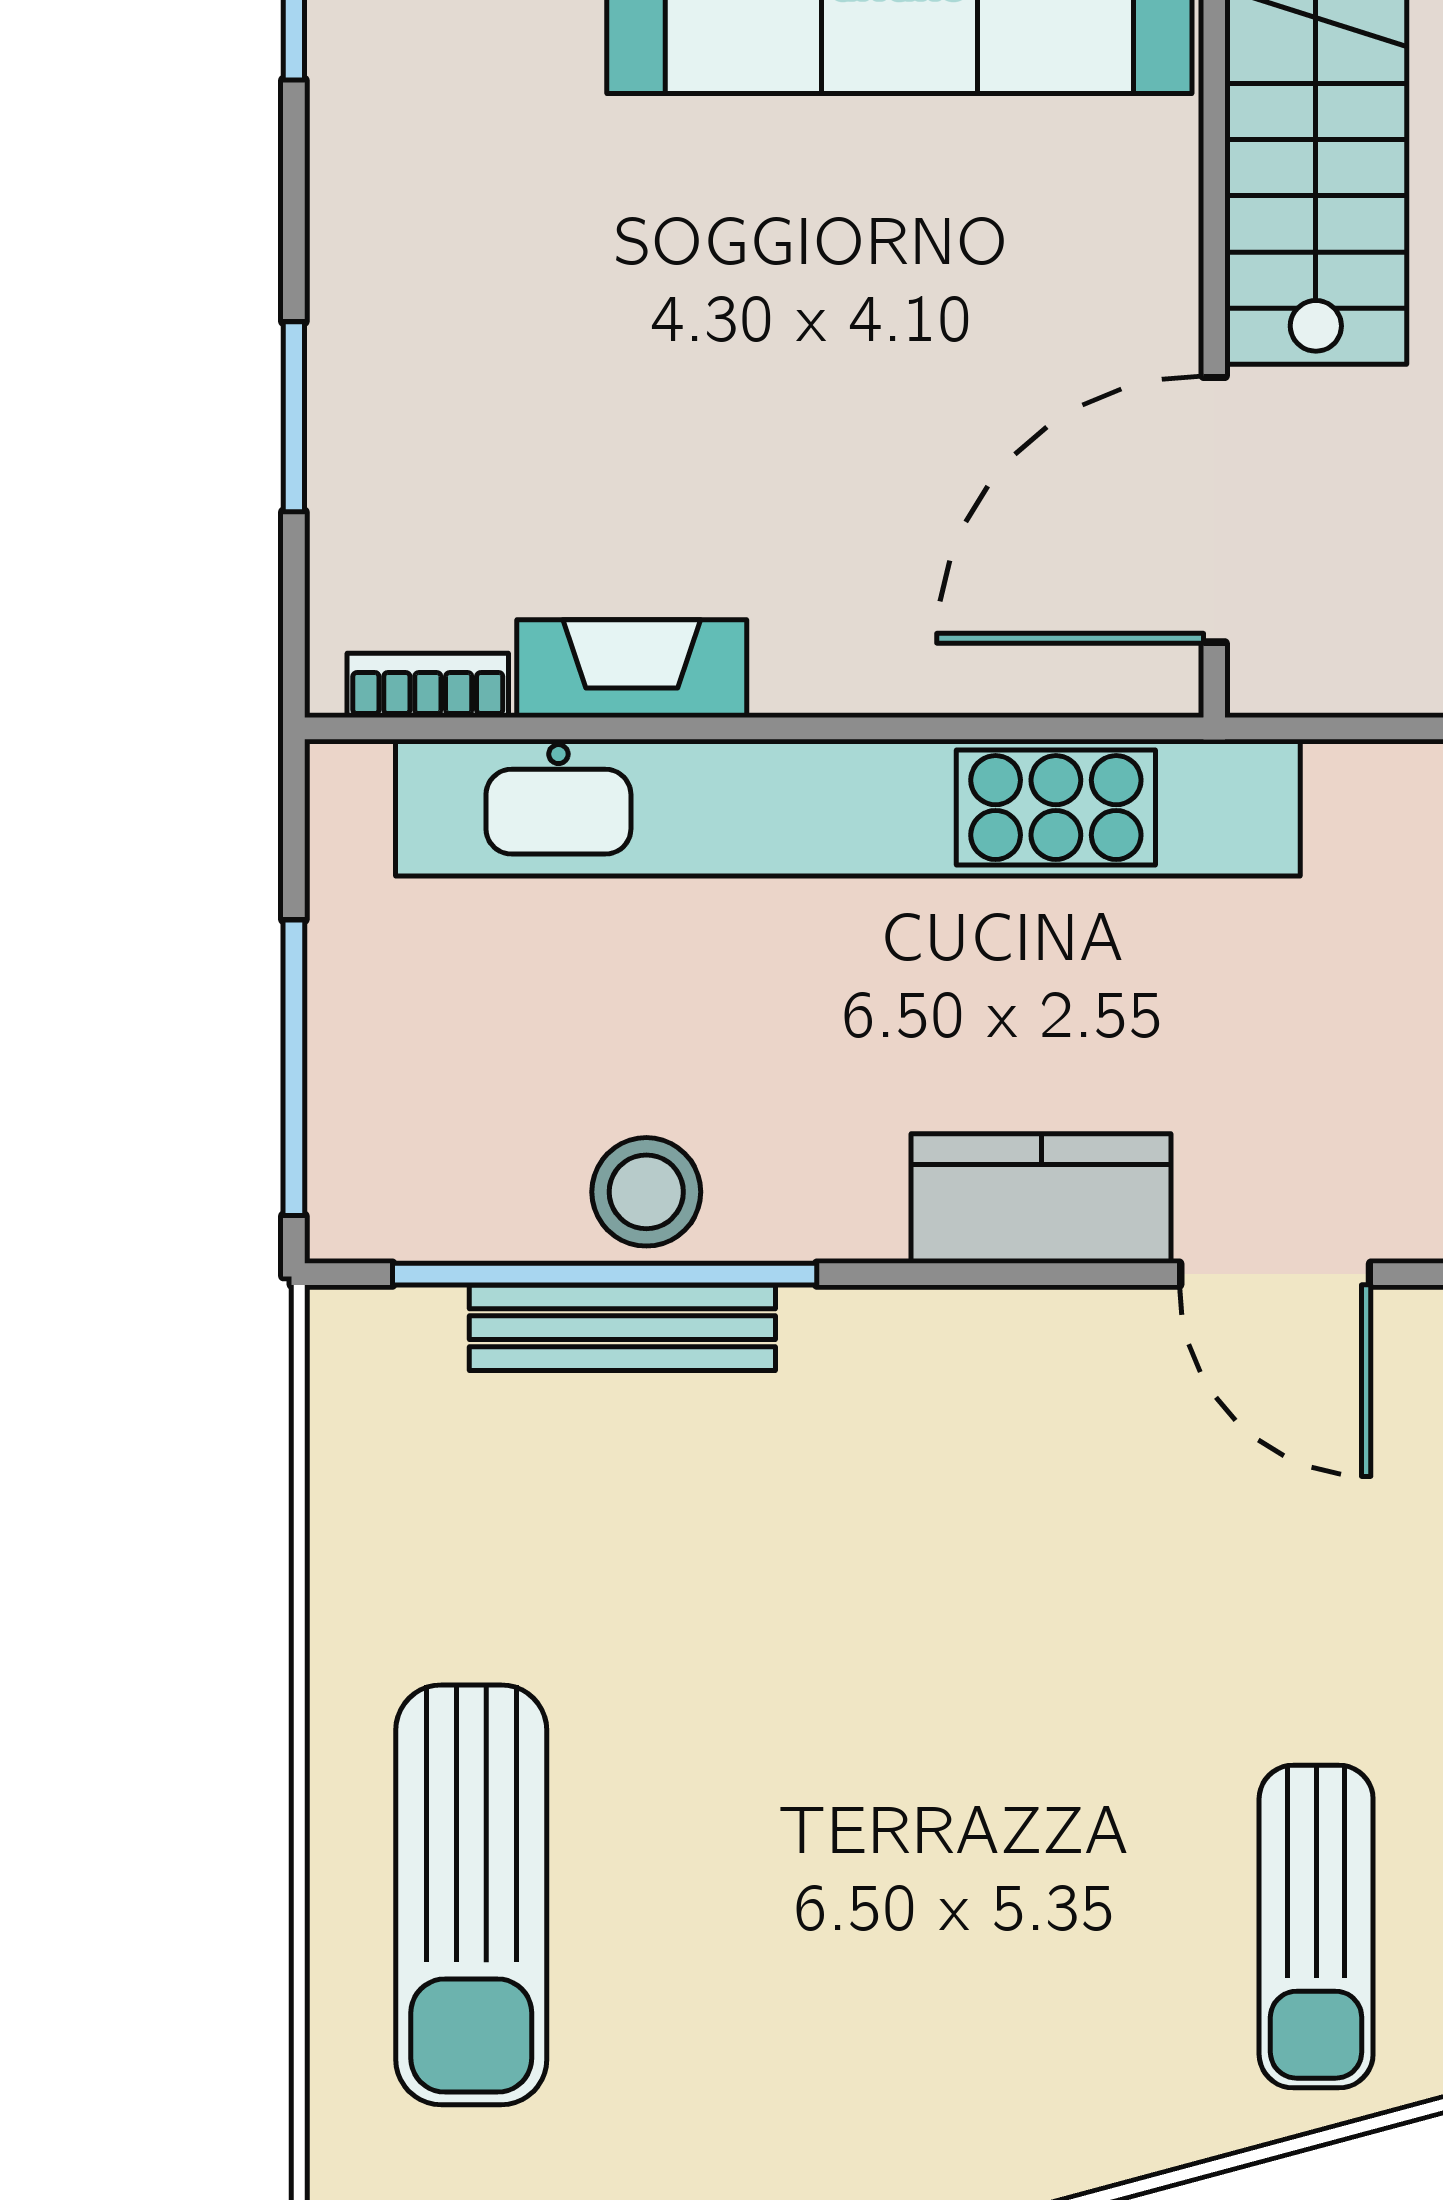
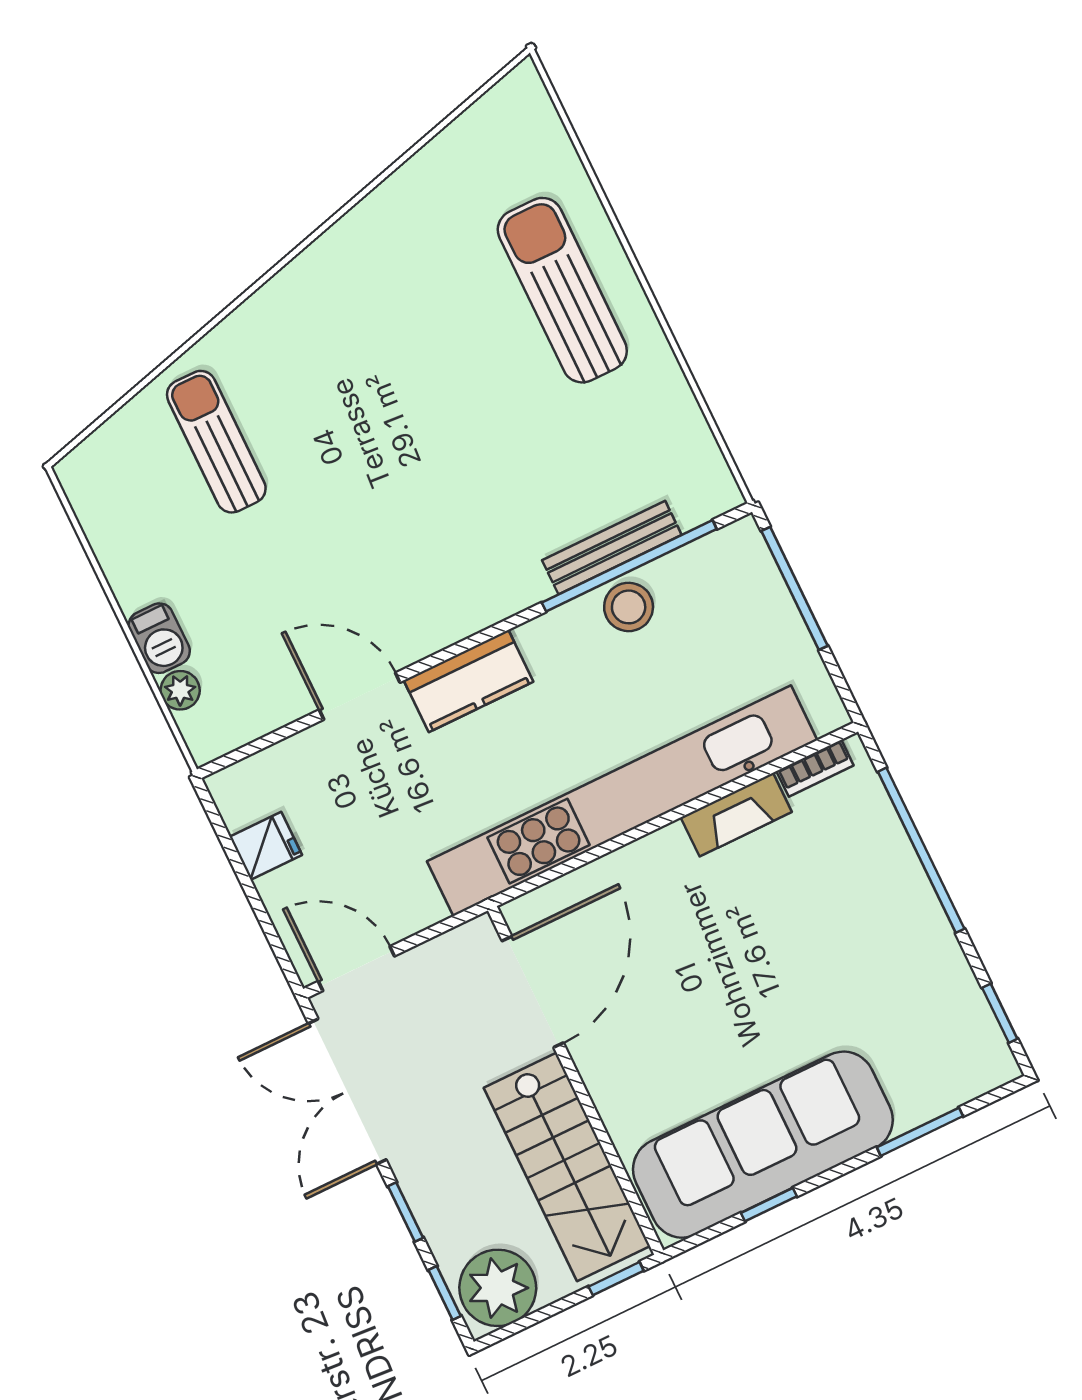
window: (294, 417) -> (921, 850), width x2.11

